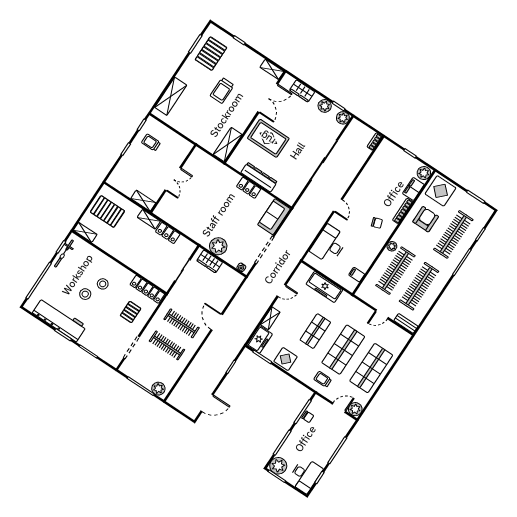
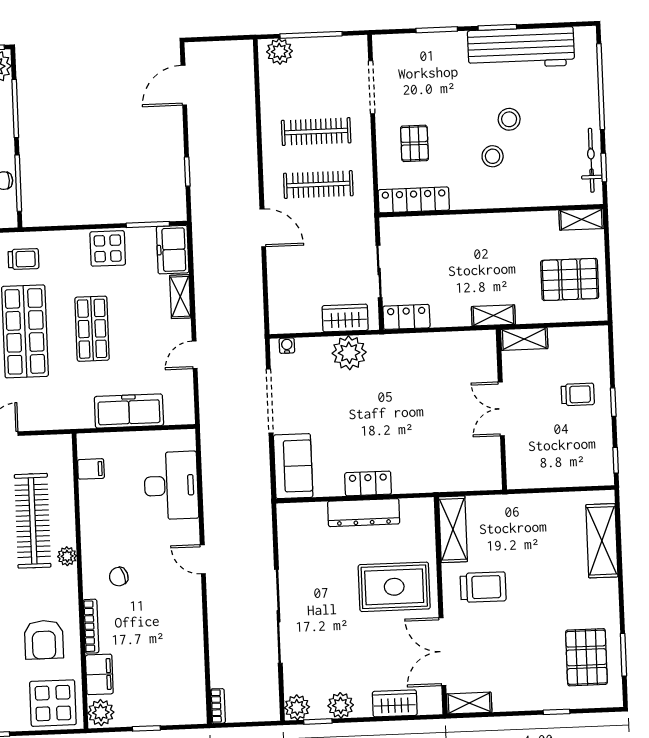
trolley: (222, 90) -> (483, 587), moved, turned 90
trolley: (151, 143) -> (578, 394), moved
locker: (168, 233) -> (406, 317), moved

